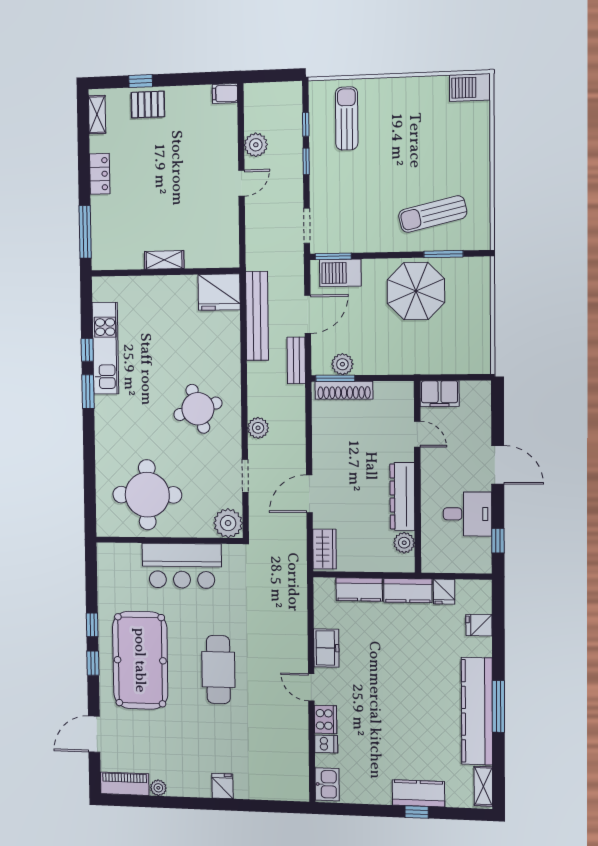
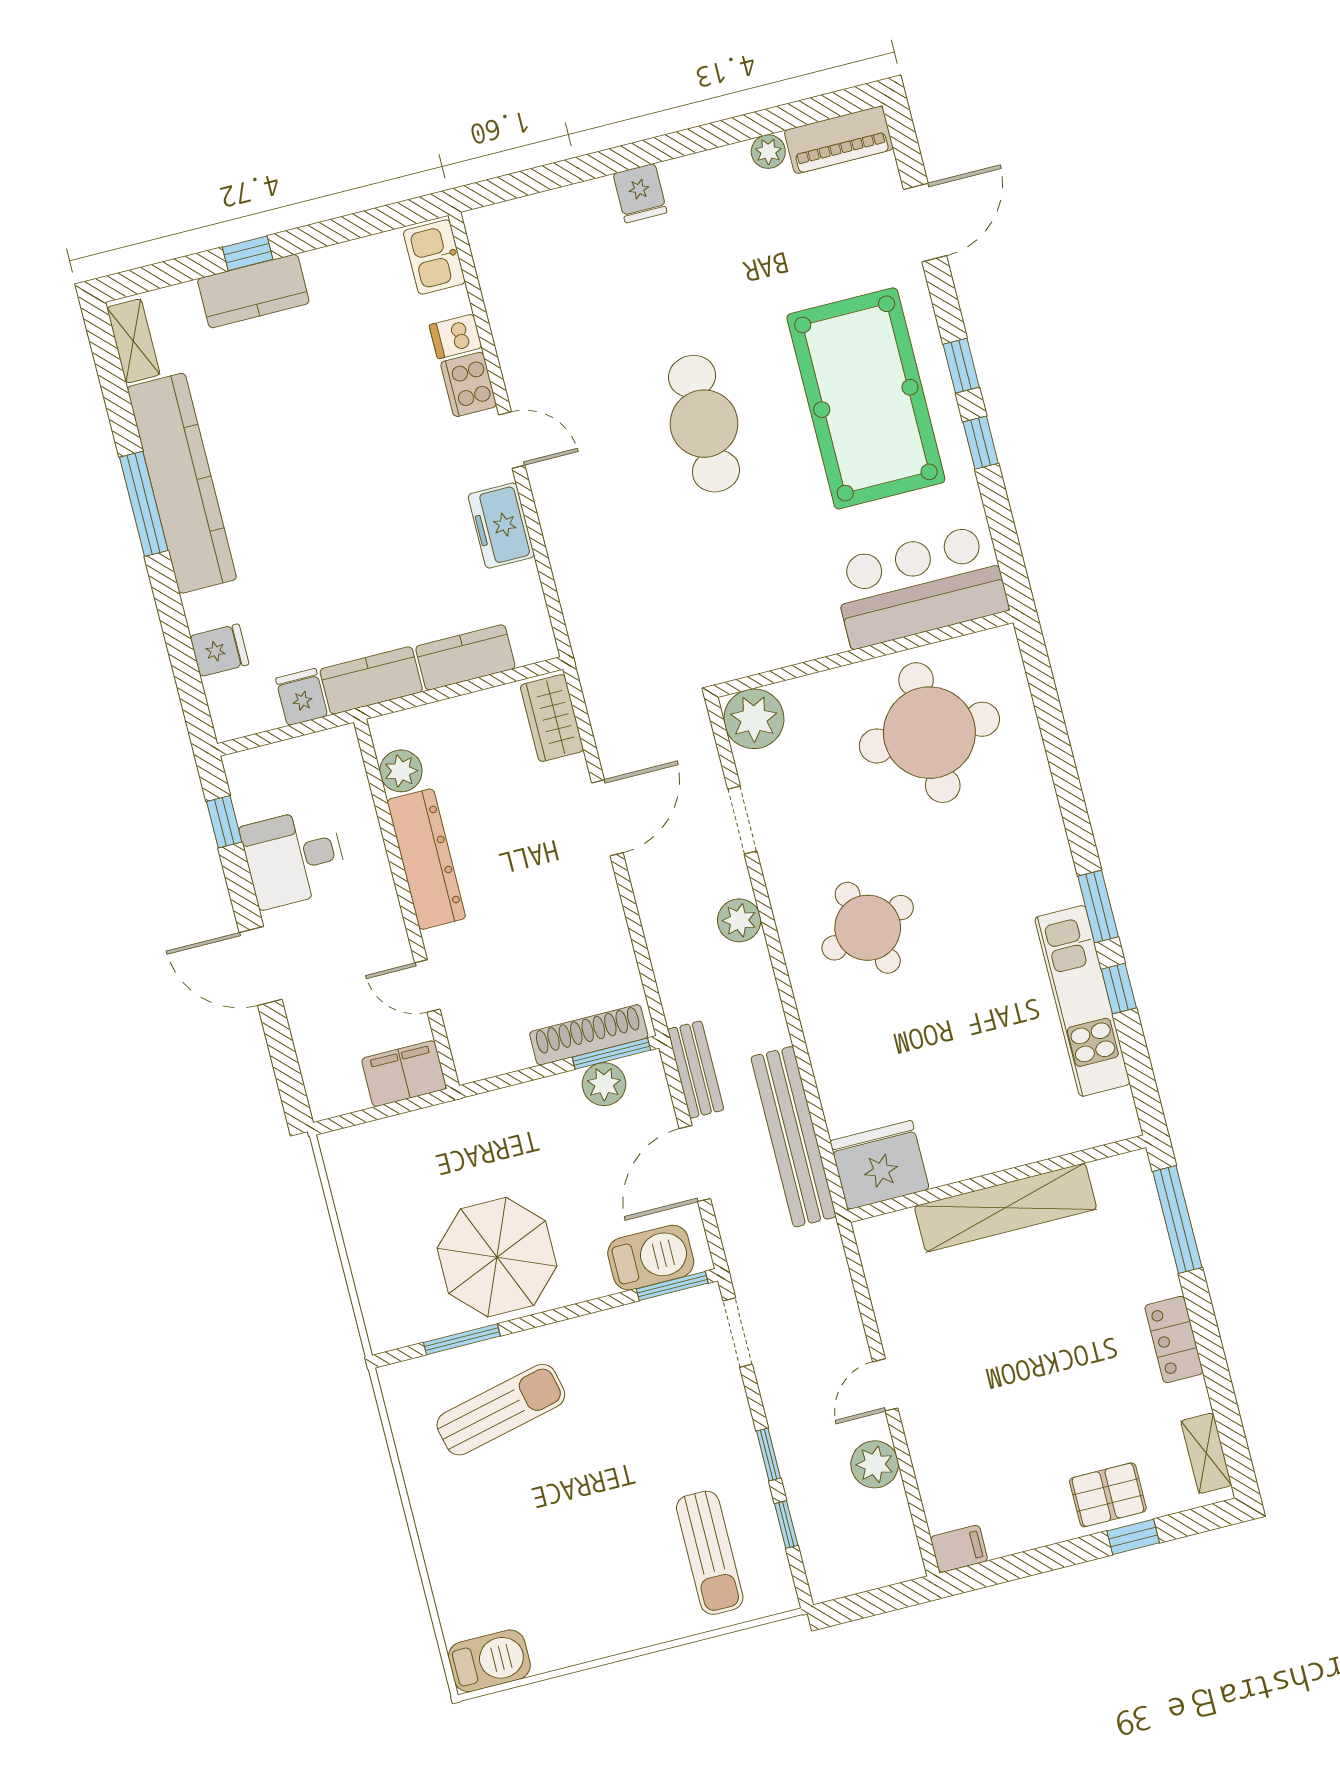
shelving: (164, 260) -> (1006, 1208), width x2.20, depth x1.33
bar counter: (182, 566) -> (920, 586), moved

